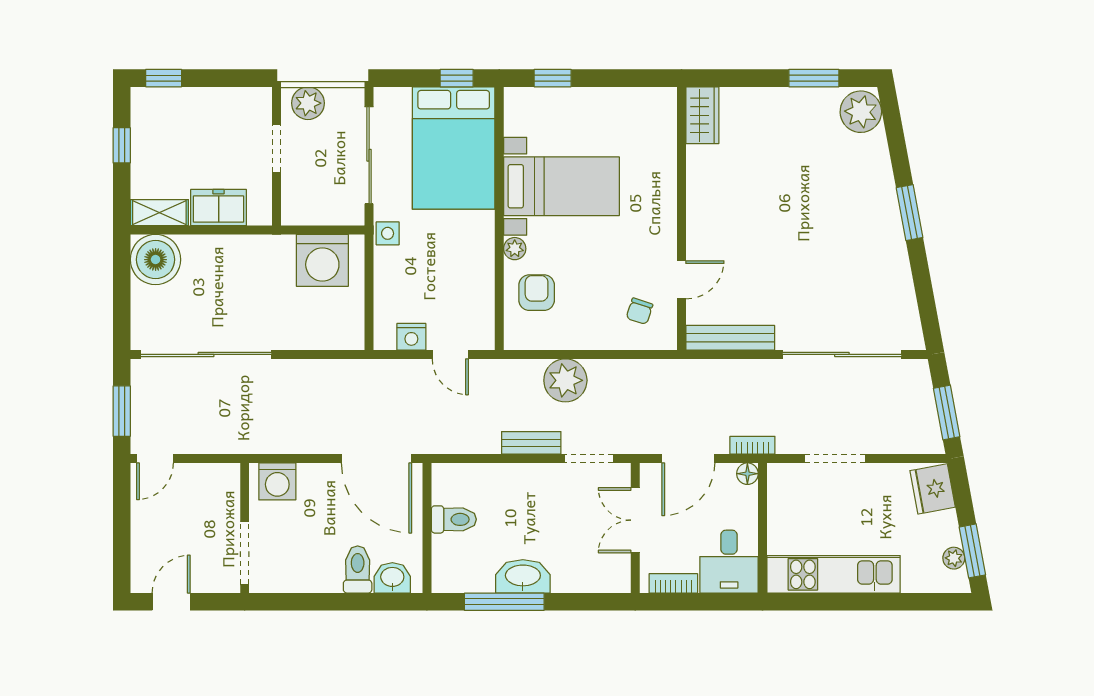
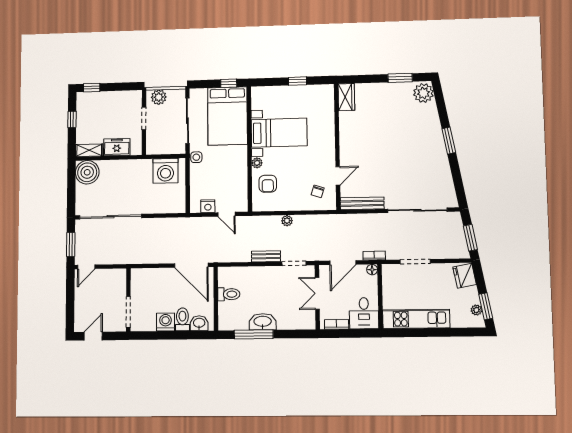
window: (553, 78) -> (298, 81), moved
armchair: (537, 293) -> (268, 184), turned 180
plant: (565, 380) -> (287, 221), width x0.53, depth x0.53
washing machine: (277, 481) -> (166, 322), moved, turned 180

